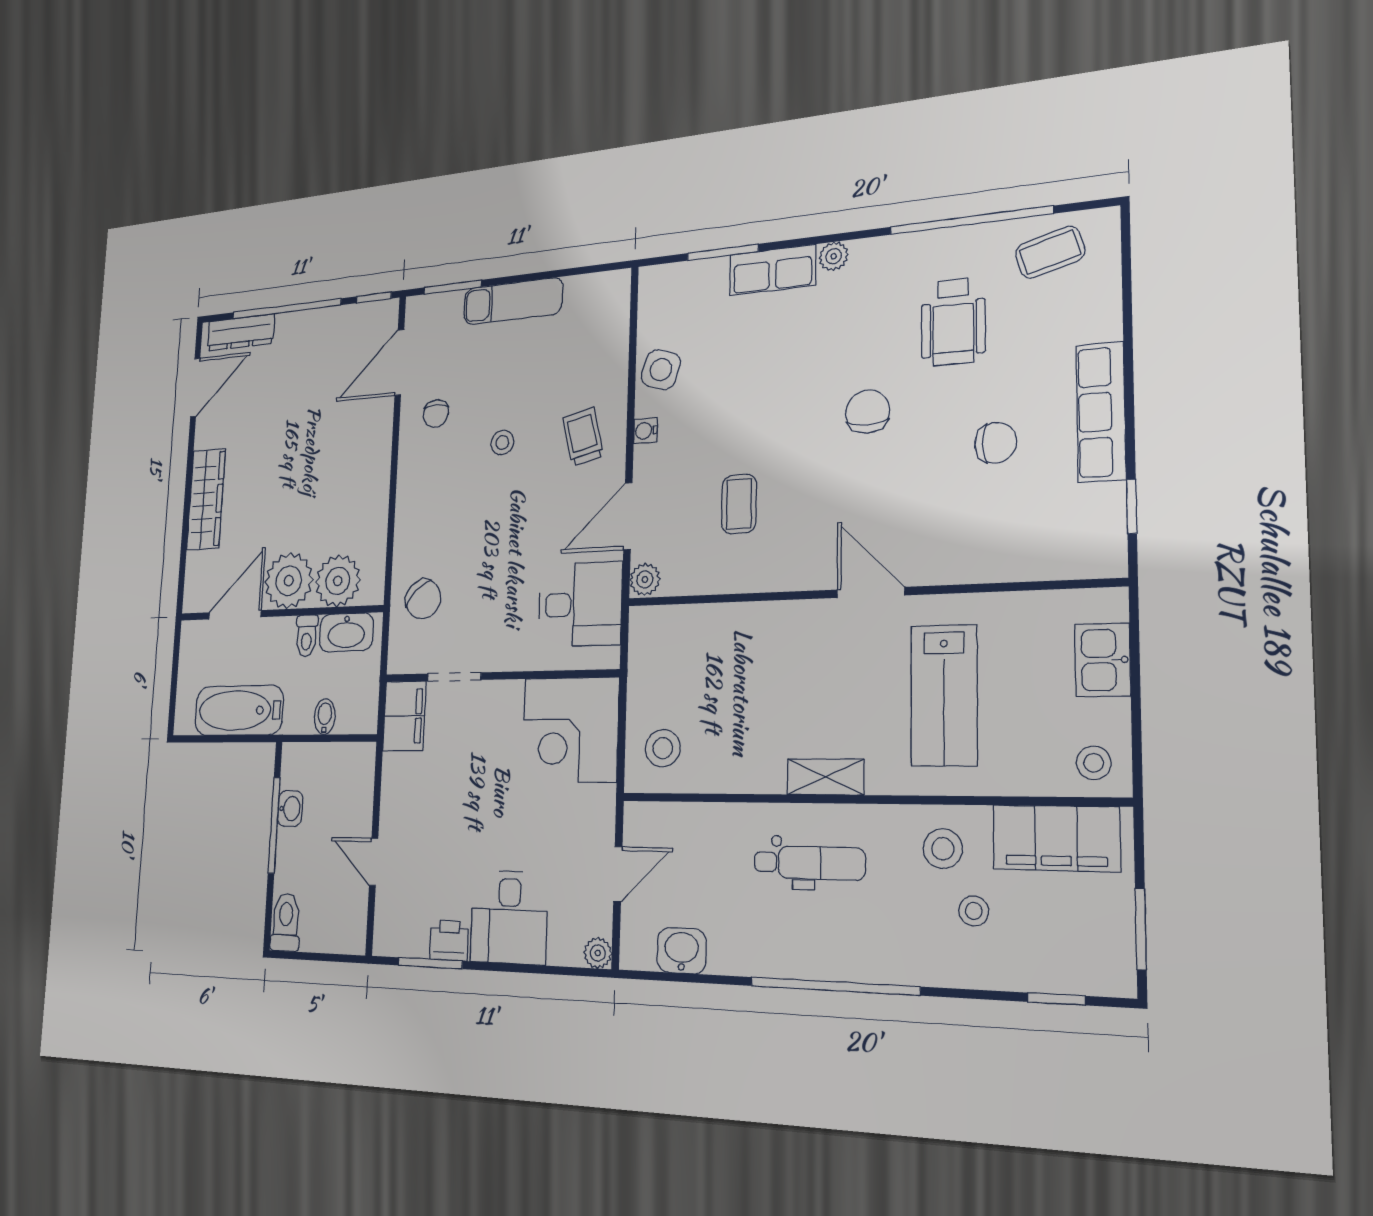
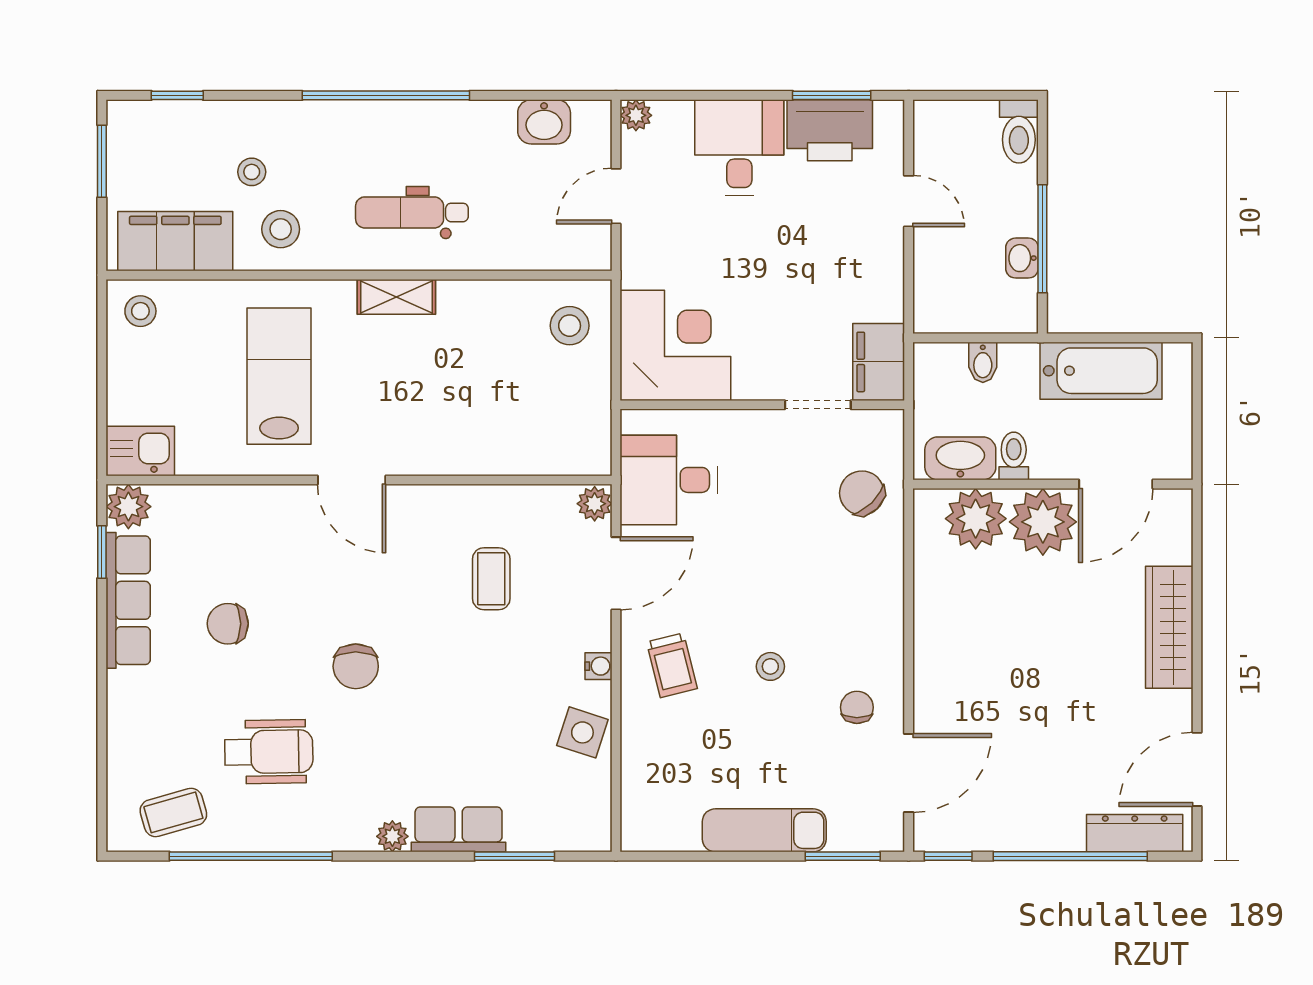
wheelchair: (953, 322) -> (269, 752), turned 89
row of seats: (1101, 412) -> (128, 600), moved
plant: (1103, 555) -> (128, 507), added
kitchen sink: (1102, 660) -> (140, 451), moved, turned -90
printer: (449, 940) -> (830, 130), width x1.87, depth x1.48

